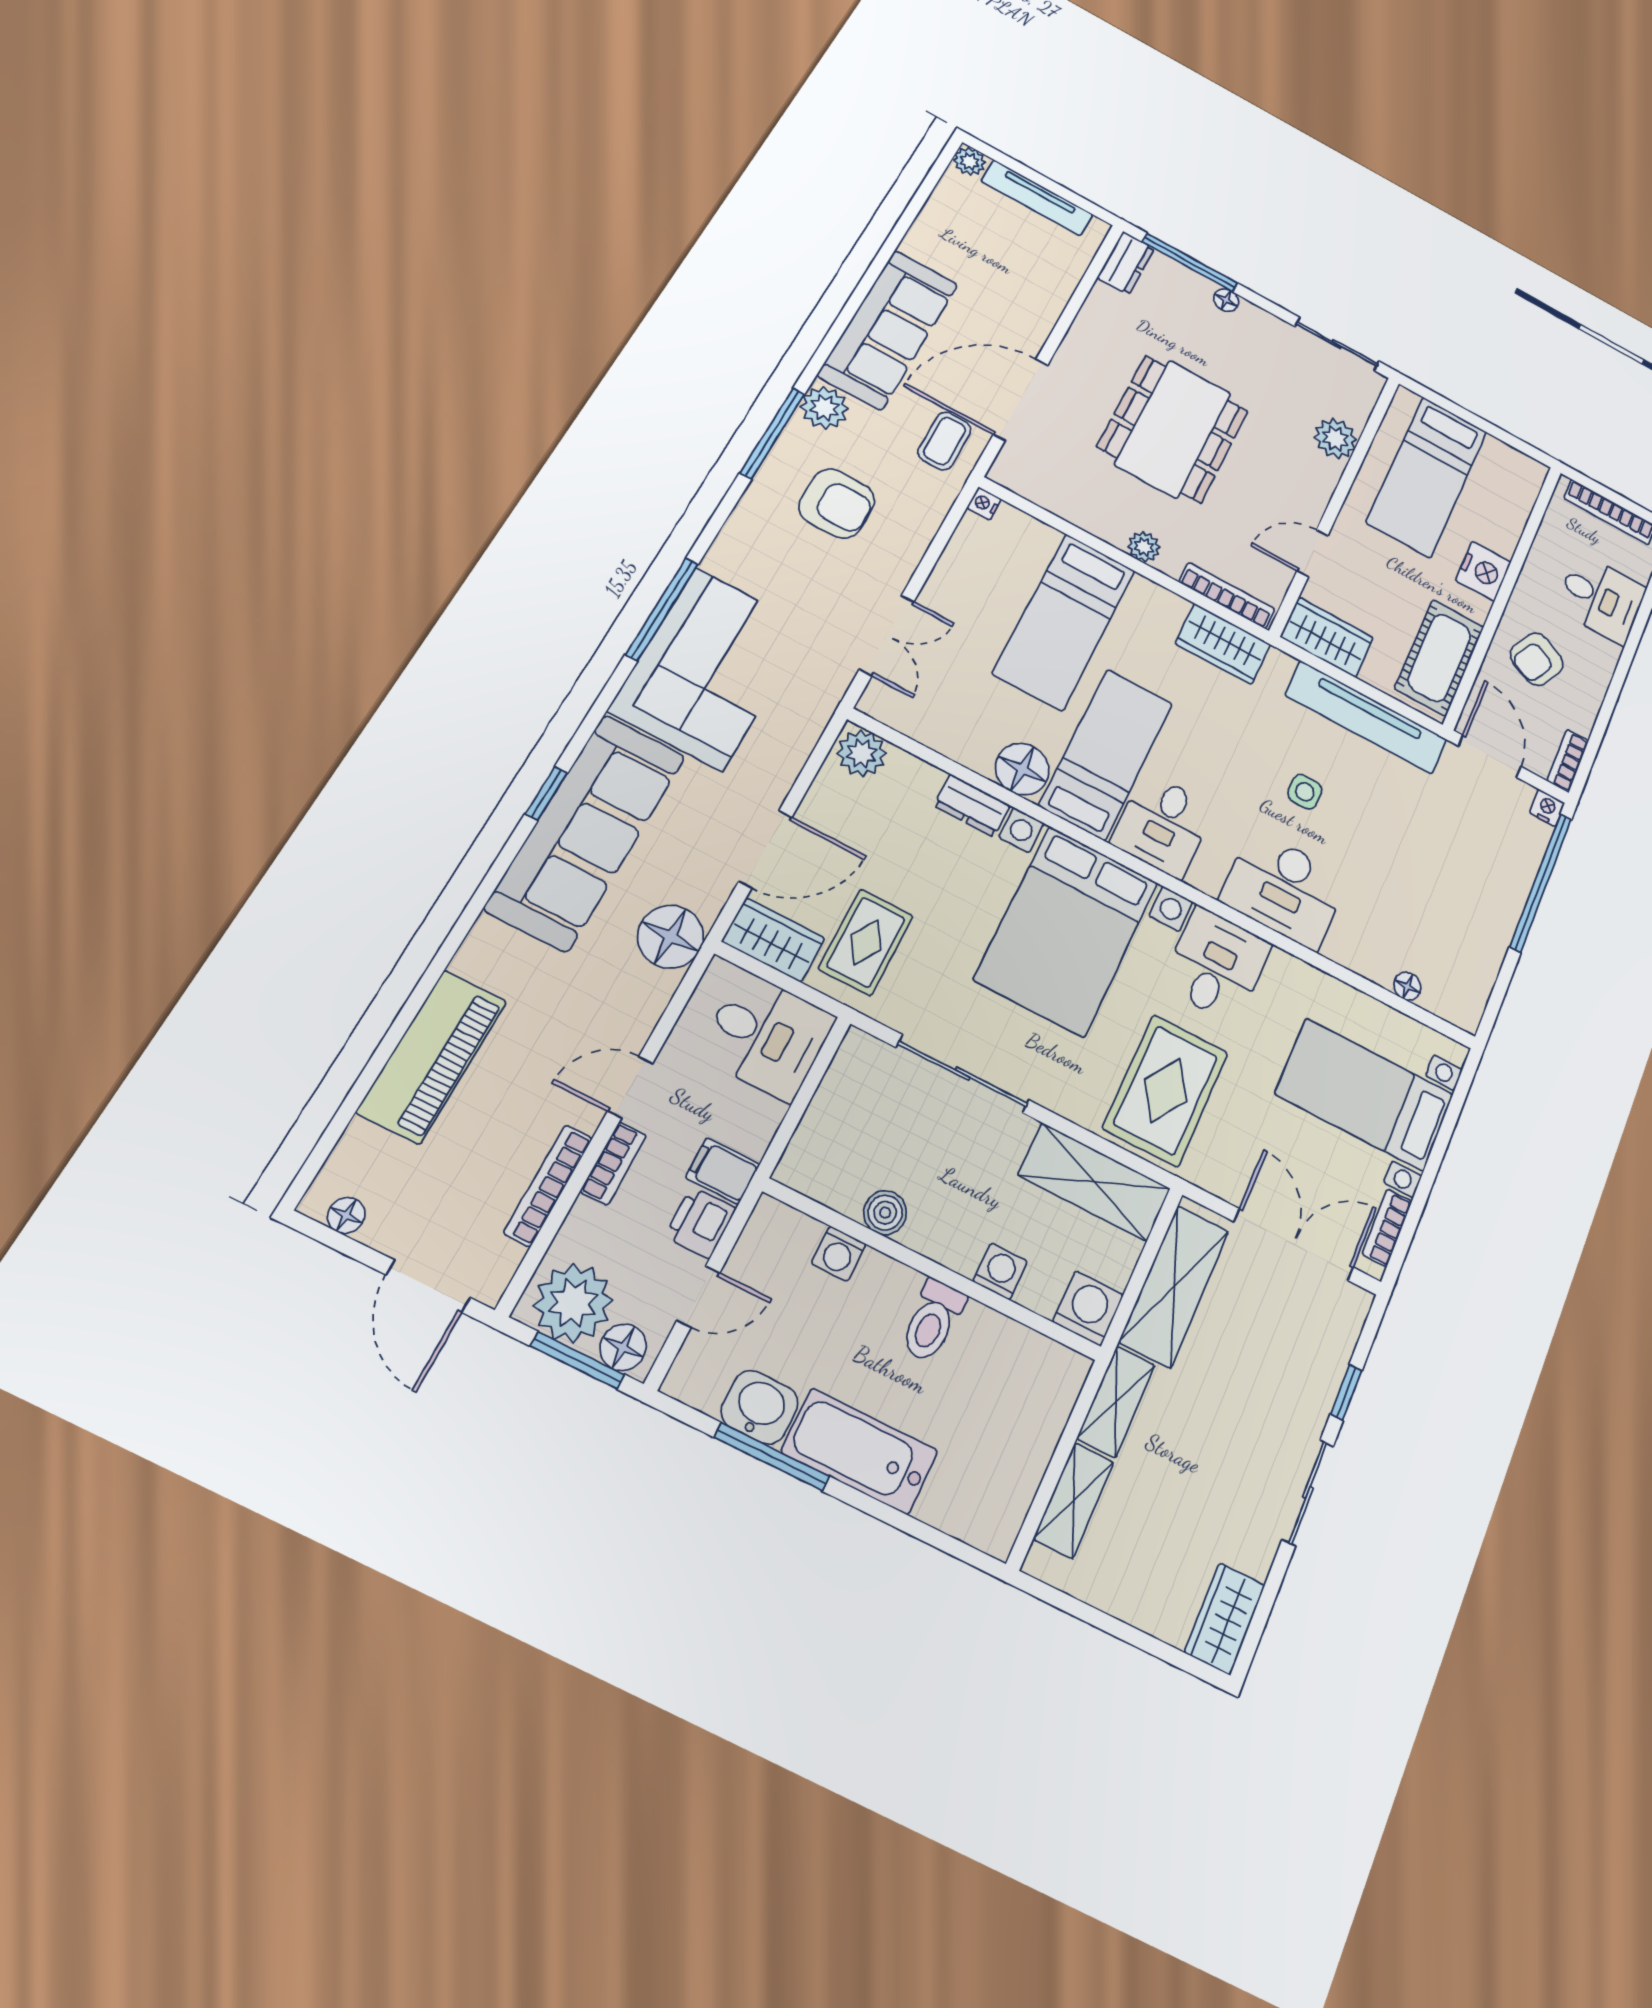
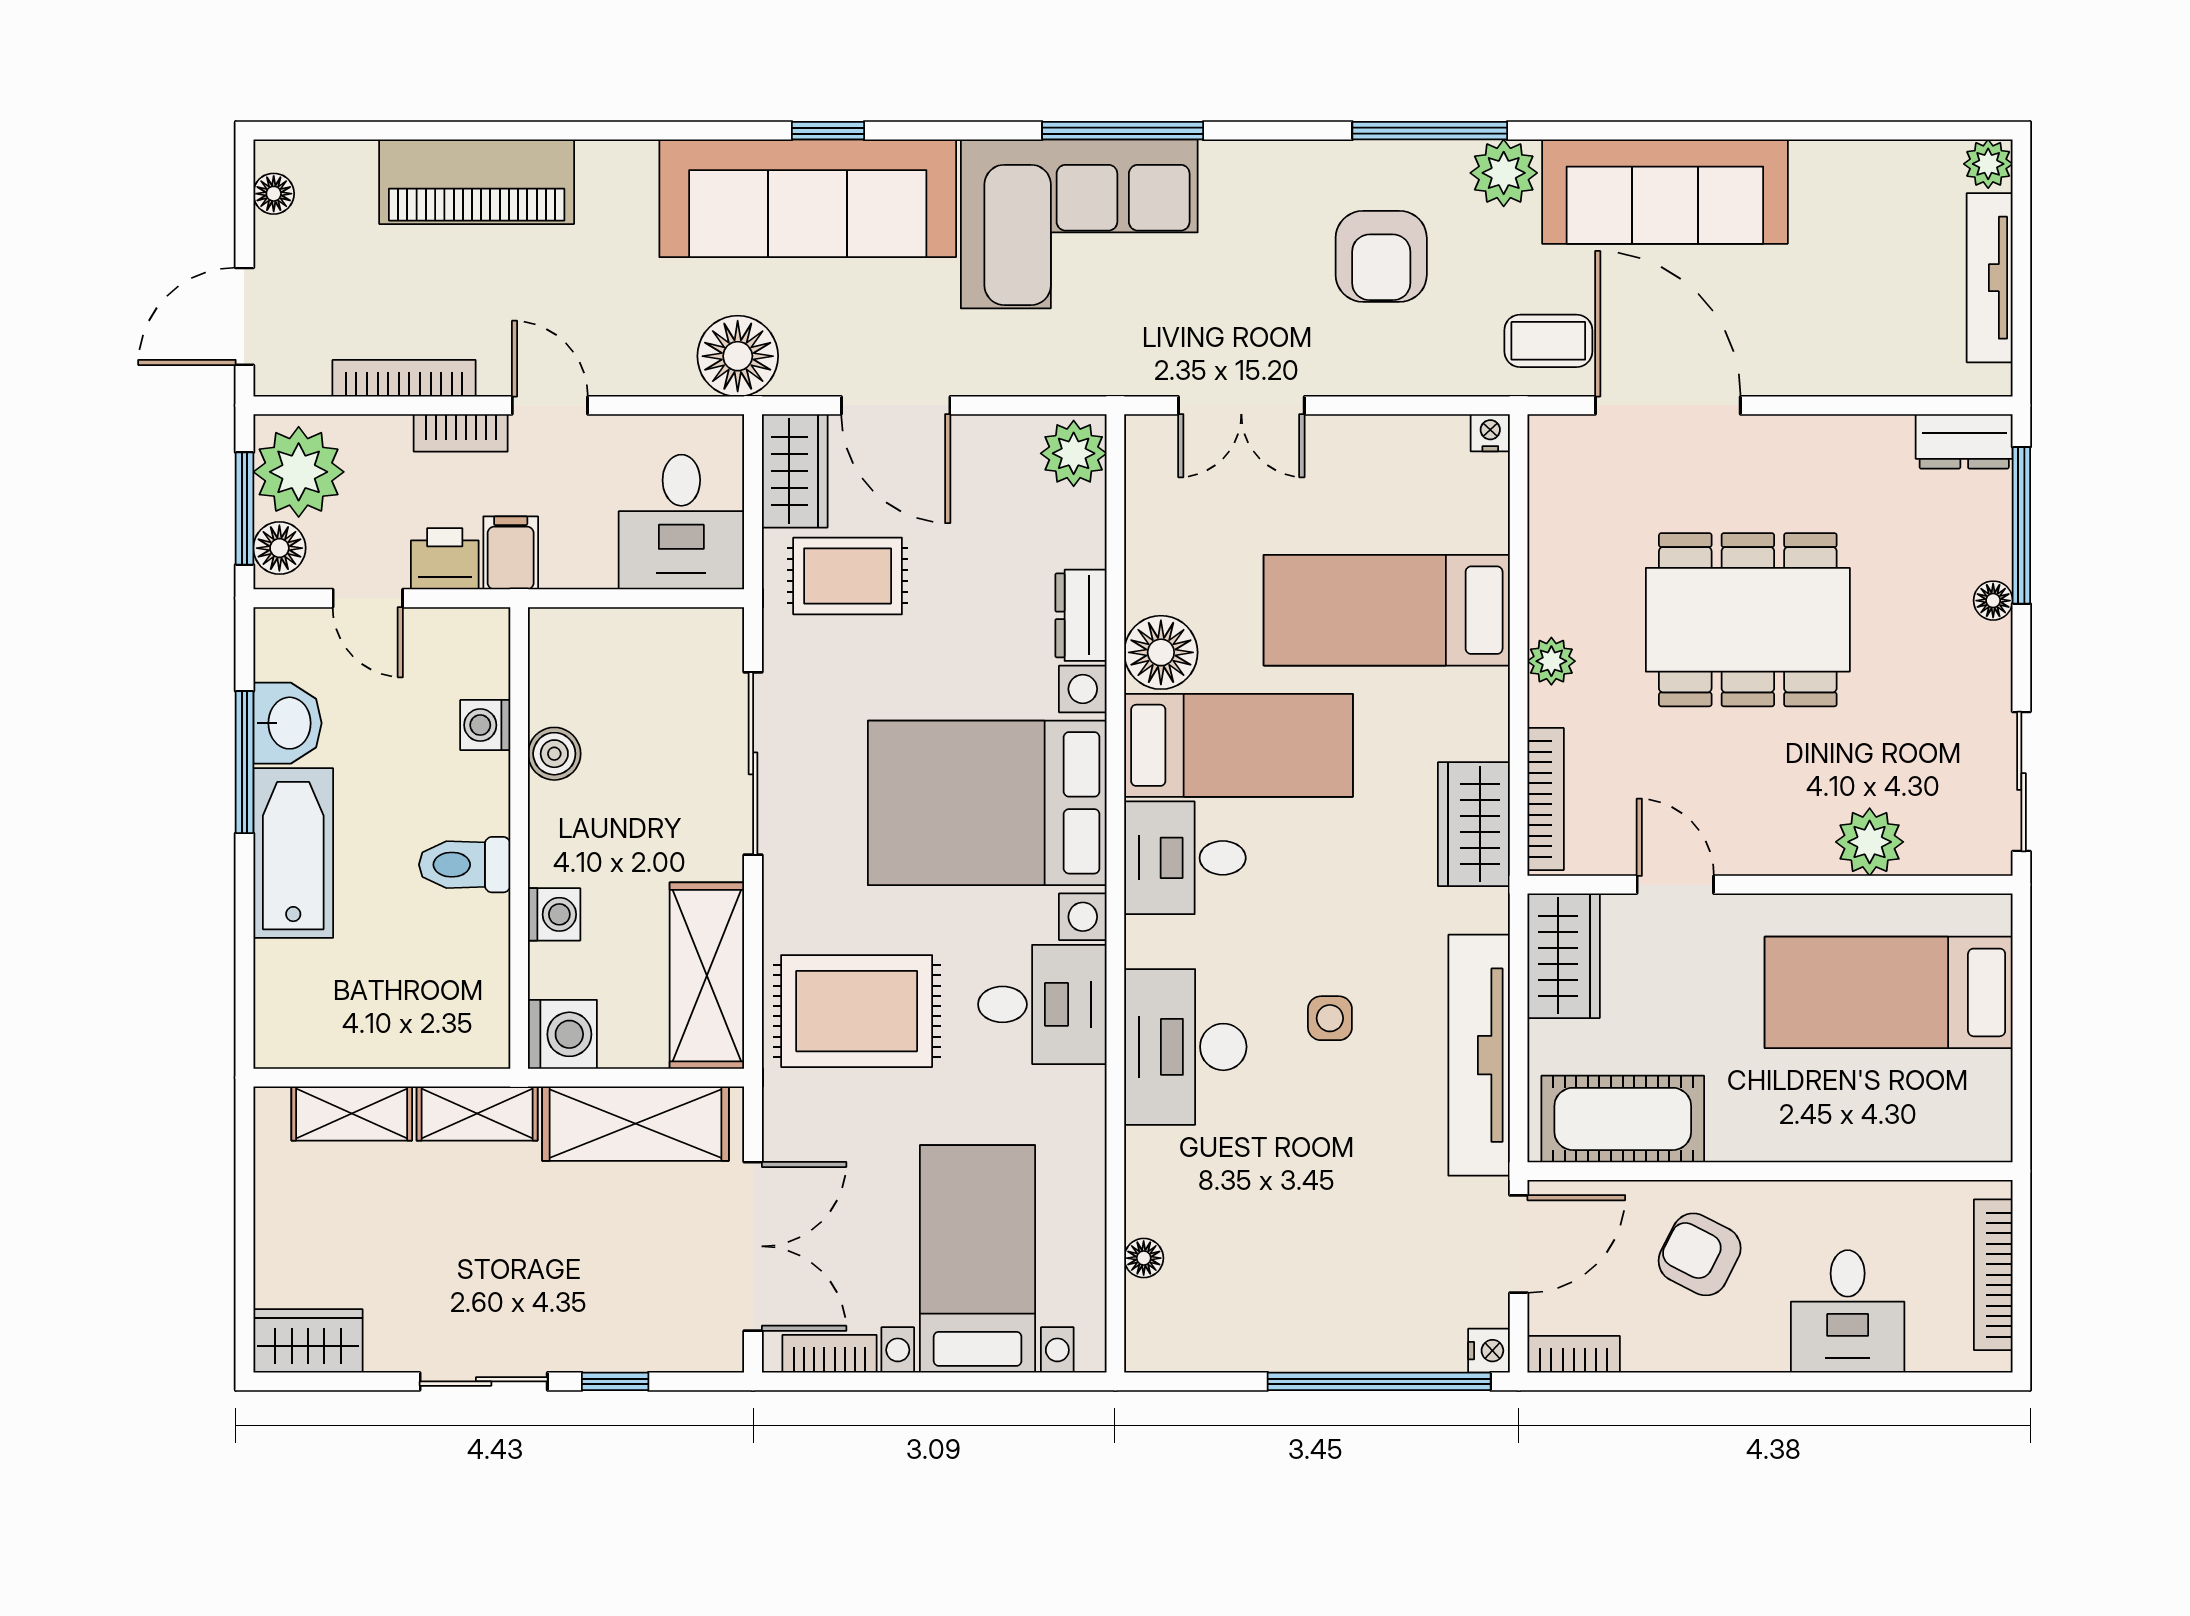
nightstand: (1483, 571) -> (1789, 1129), removed

